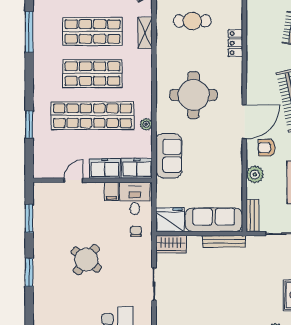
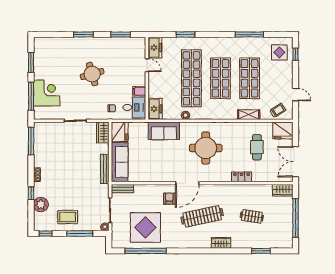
door: (244, 122) -> (187, 183), hinge flipped
freezer: (105, 169) -> (155, 48), moved
plant: (255, 174) -> (151, 190), removed
round table: (86, 260) -> (92, 74), turned 36

